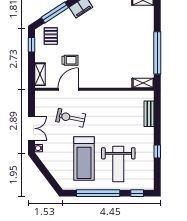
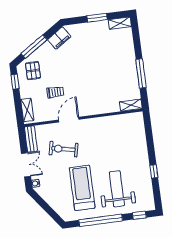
window: (157, 53) -> (141, 73), width x0.68
door: (68, 89) -> (69, 120), moved
bench: (149, 114) -> (31, 139), moved
treadmill: (84, 159) -> (82, 188), turned 180
weight bench: (118, 164) -> (117, 189), turned 180

